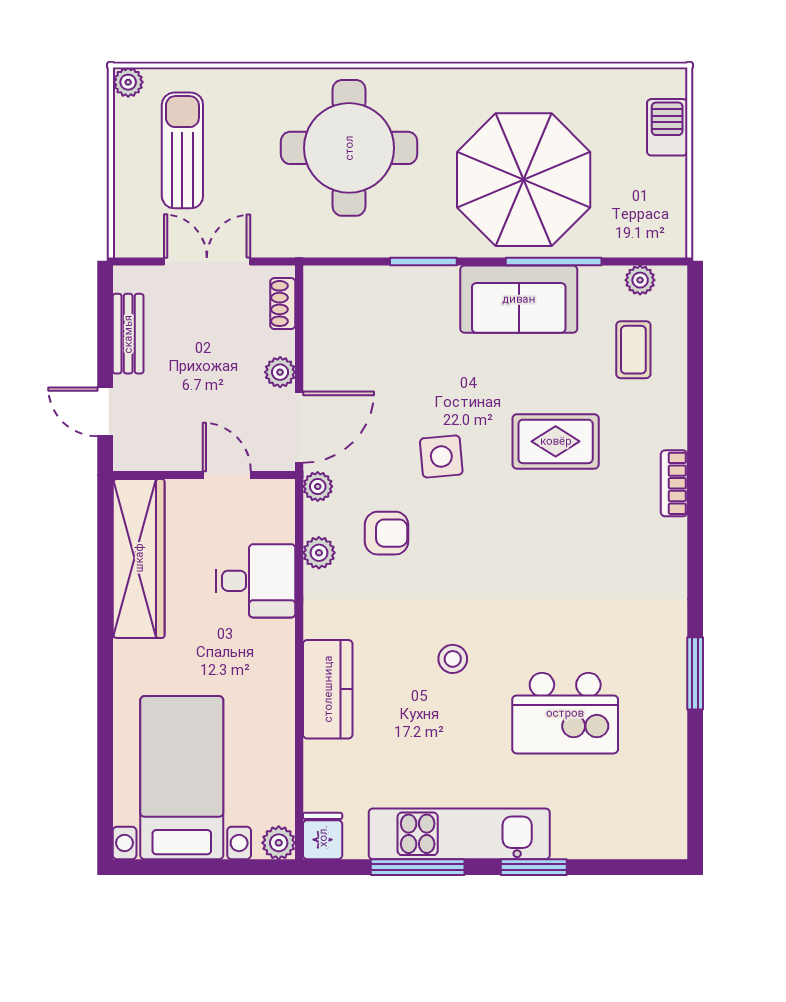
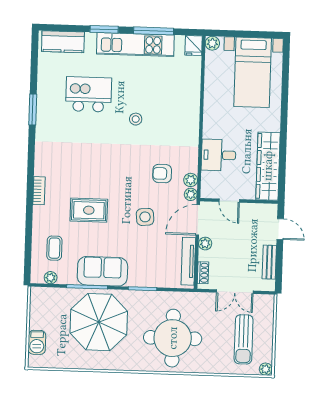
tv unit: (318, 329) -> (188, 261), added
side table: (441, 456) -> (145, 217), moved
plant: (319, 553) -> (191, 180), moved
kitchen counter: (328, 689) -> (63, 42), moved, turned -90

